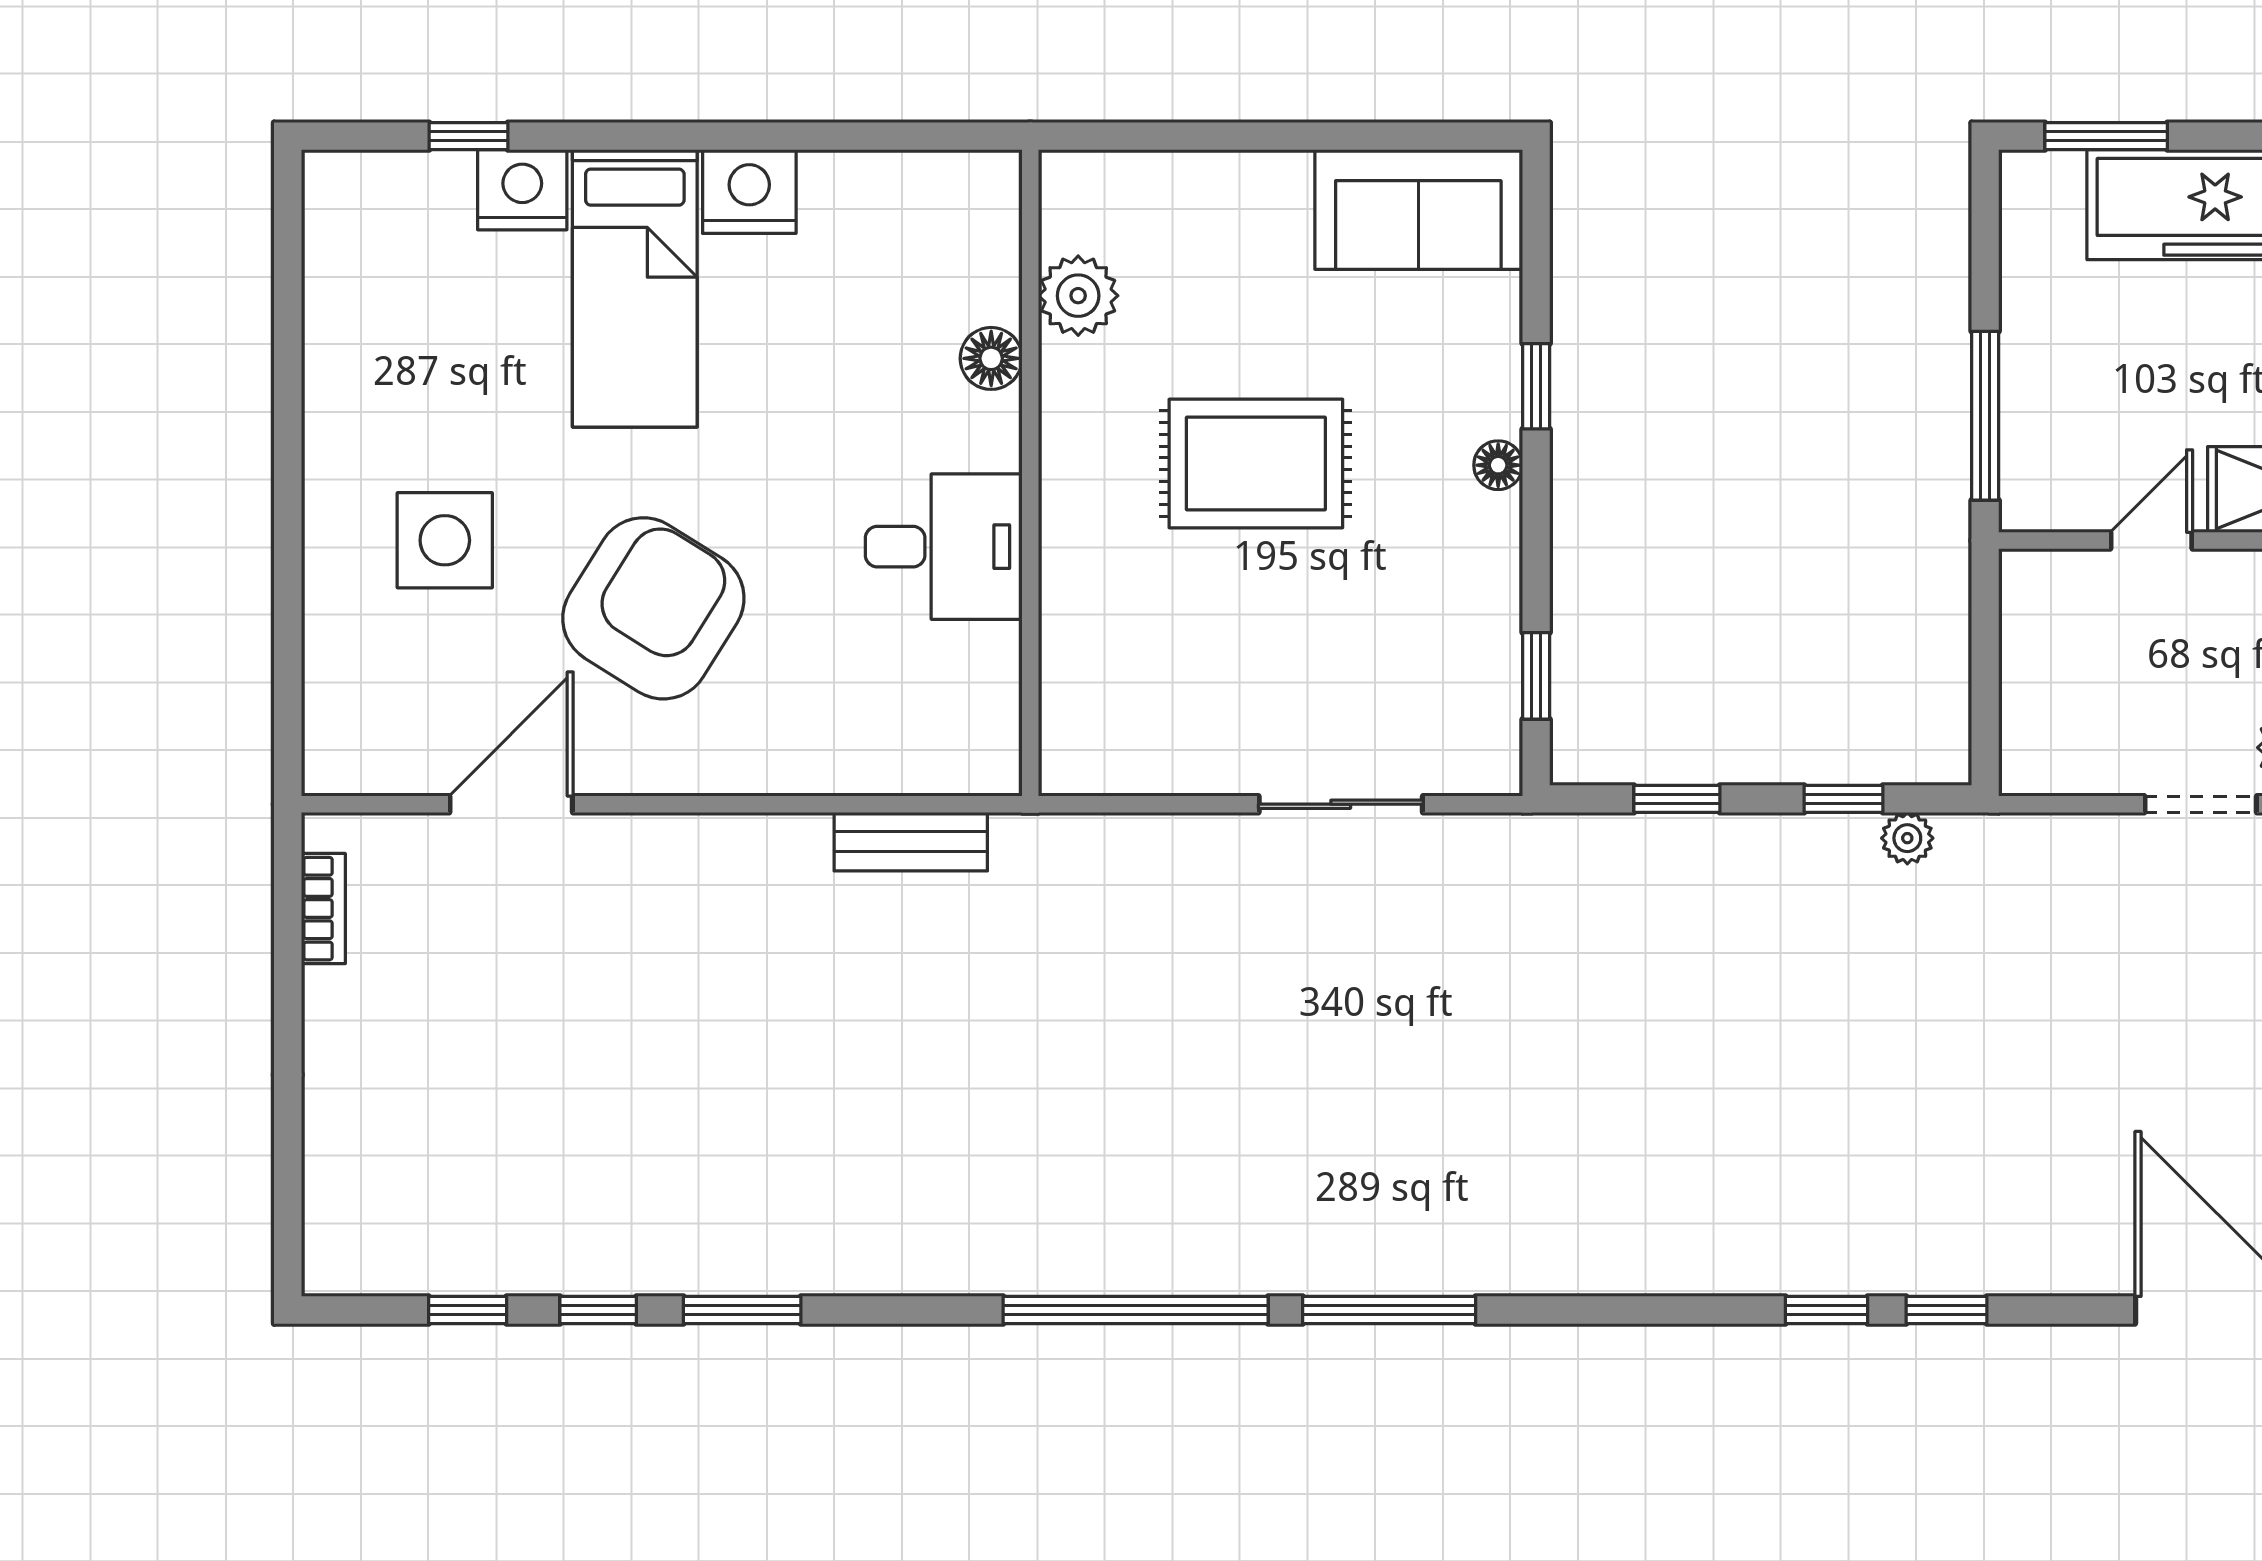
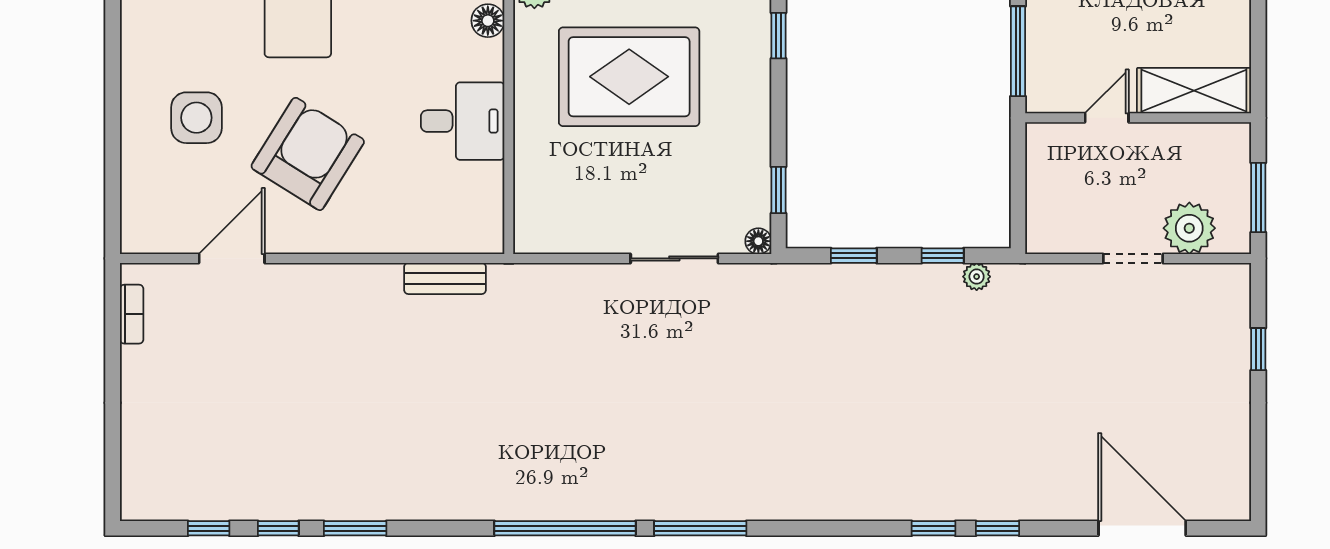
rug: (1256, 464) -> (629, 77), width x1.37, depth x1.44
floor lamp: (1498, 465) -> (758, 241), moved

